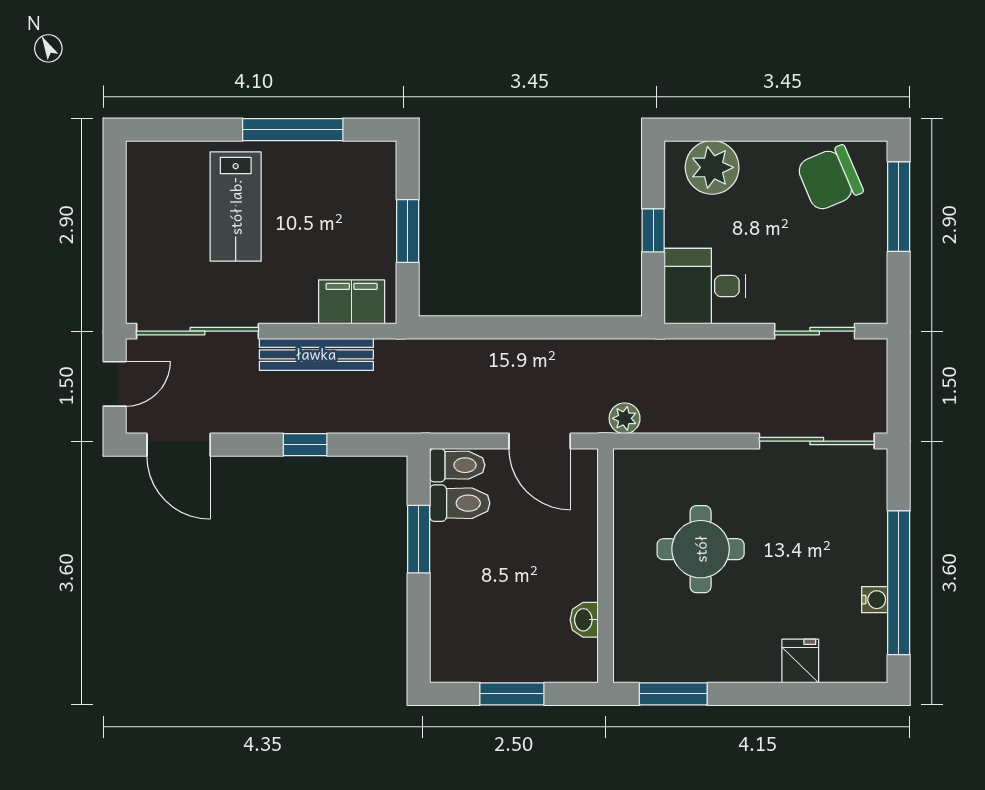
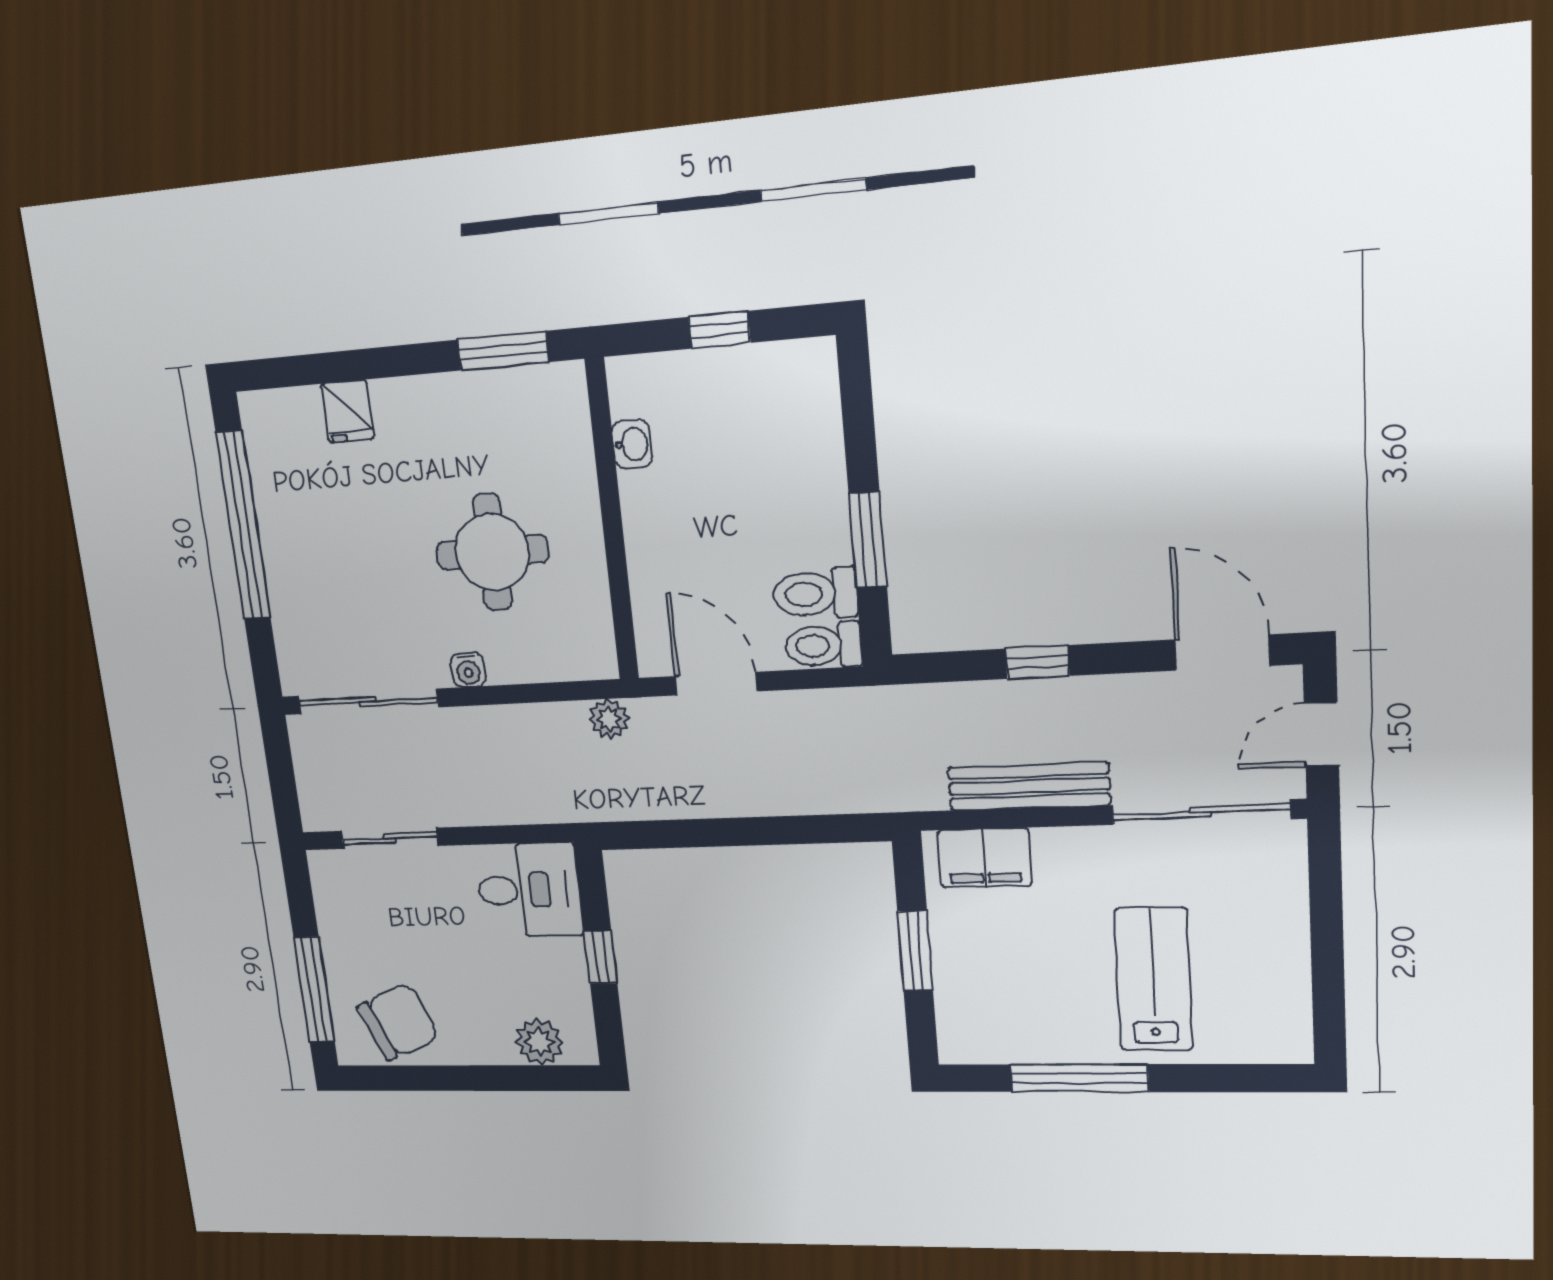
plant: (712, 167) -> (539, 1042), width x0.73, depth x0.73
water cooler: (875, 600) -> (468, 670), moved, turned -90
window: (512, 694) -> (719, 330), width x0.67

